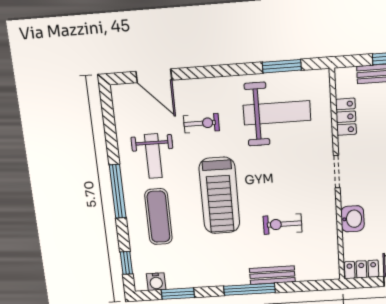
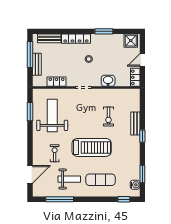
window: (118, 191) -> (60, 199), moved
window: (249, 289) -> (142, 136), width x0.46

